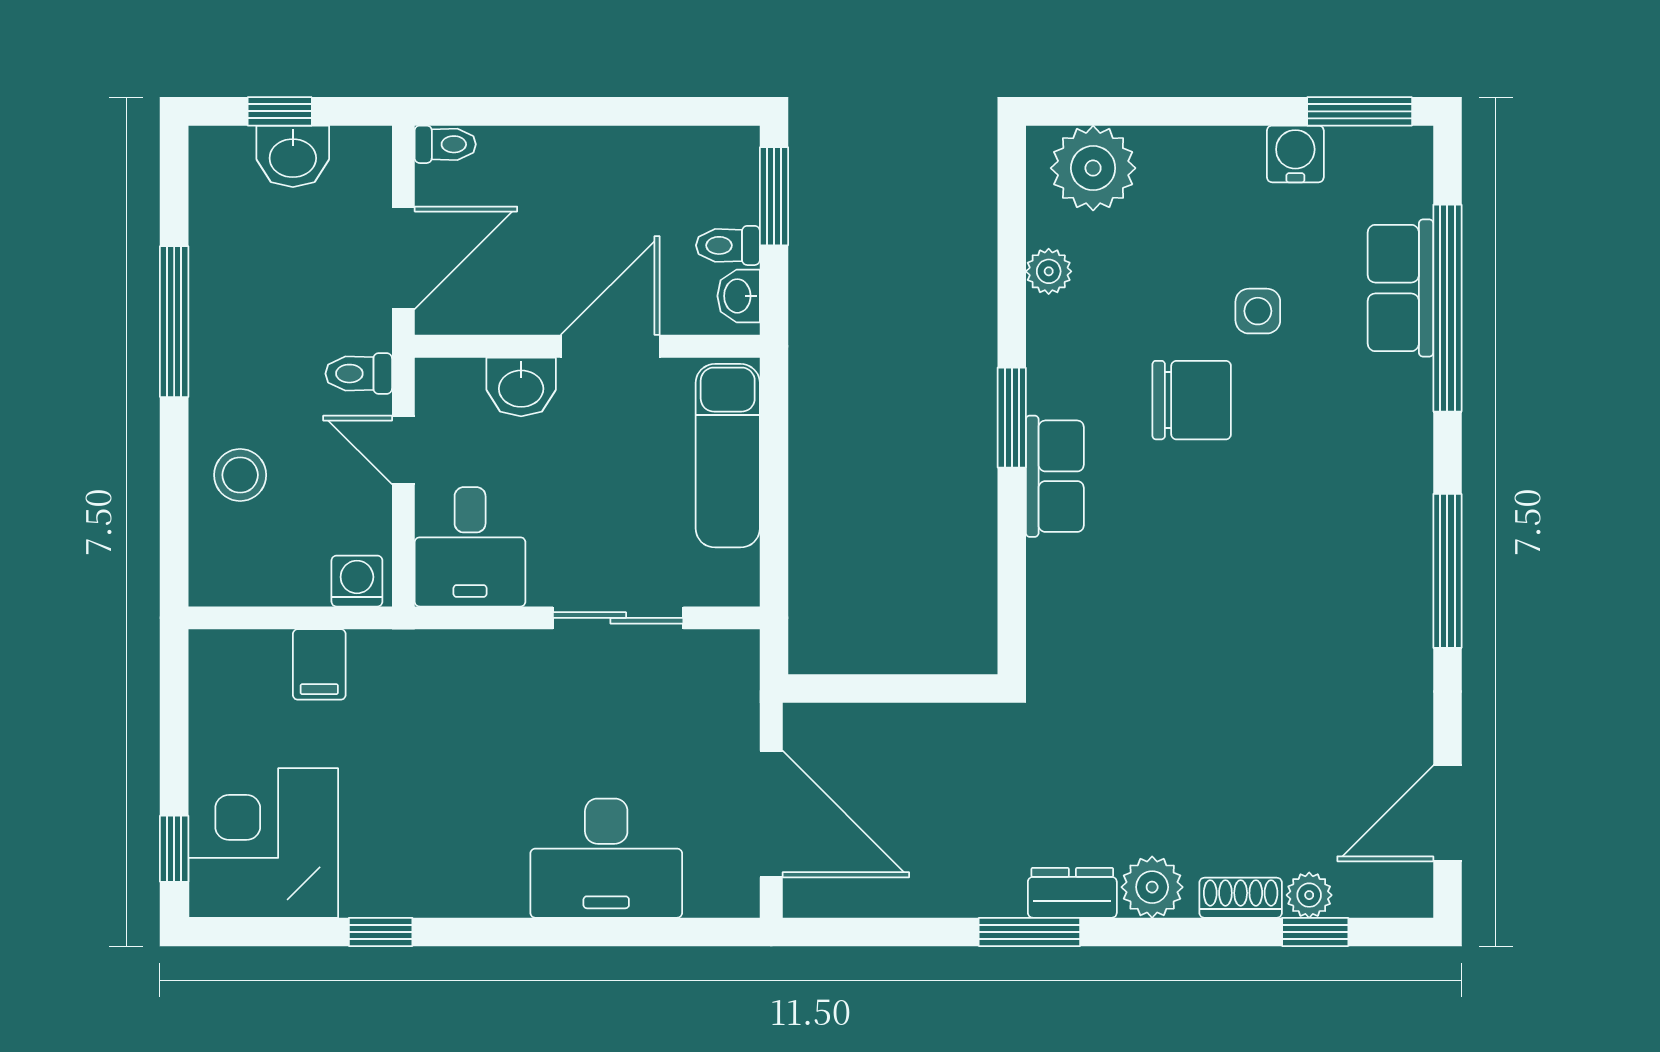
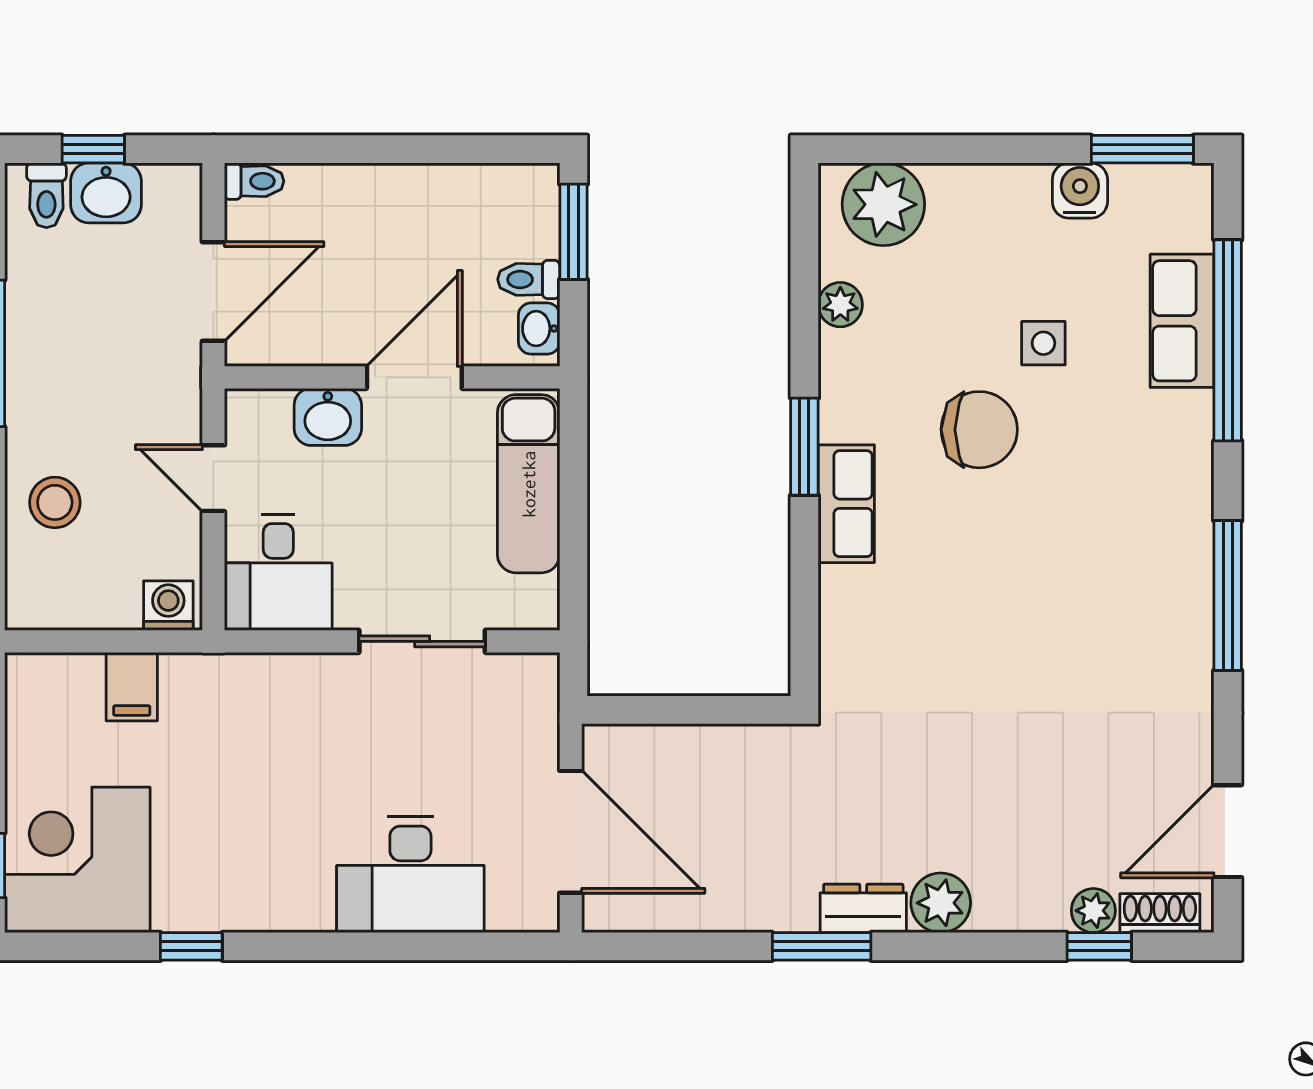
toilet: (359, 374) -> (46, 195), moved, turned -90
shoe rack: (1241, 898) -> (1160, 913), moved

